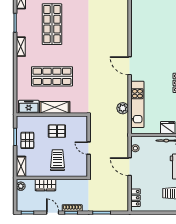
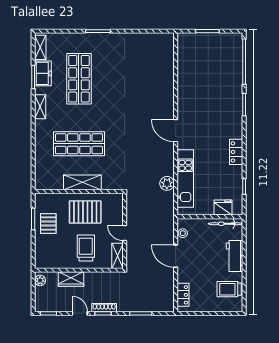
freezer: (29, 107) -> (43, 73), moved, turned 90
pallet: (57, 131) -> (85, 212), width x1.50, depth x1.42
shelving: (21, 166) -> (117, 256), moved

